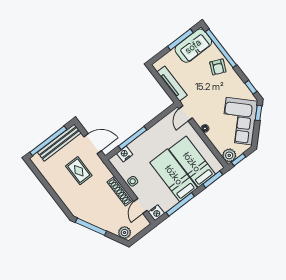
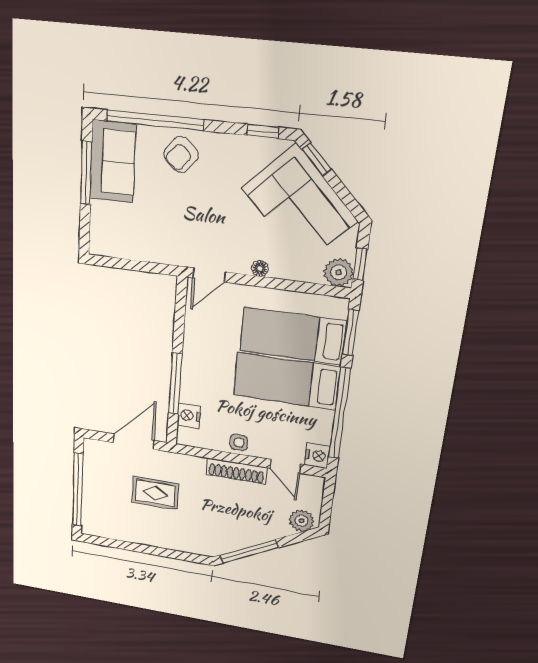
armchair: (218, 67) -> (181, 154), turned 106
tv unit: (172, 84) -> (145, 251), removed
door: (186, 113) -> (209, 275), hinge flipped
bench: (59, 143) -> (93, 479), removed
window: (180, 204) -> (339, 413), width x1.46

